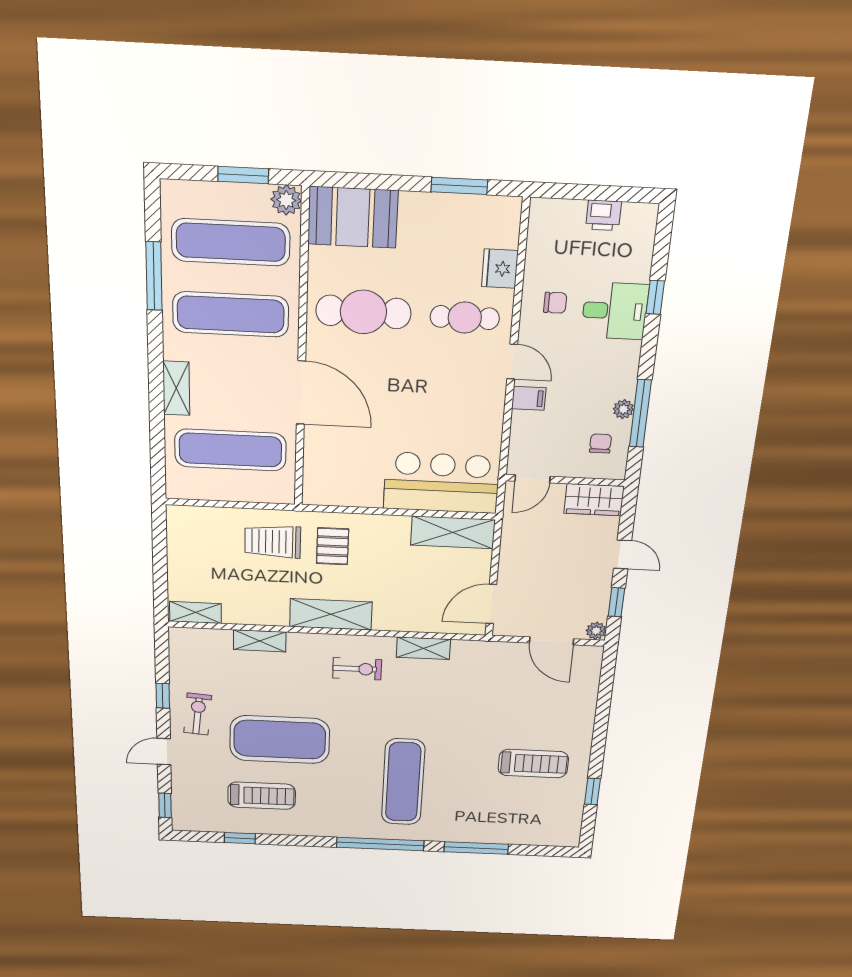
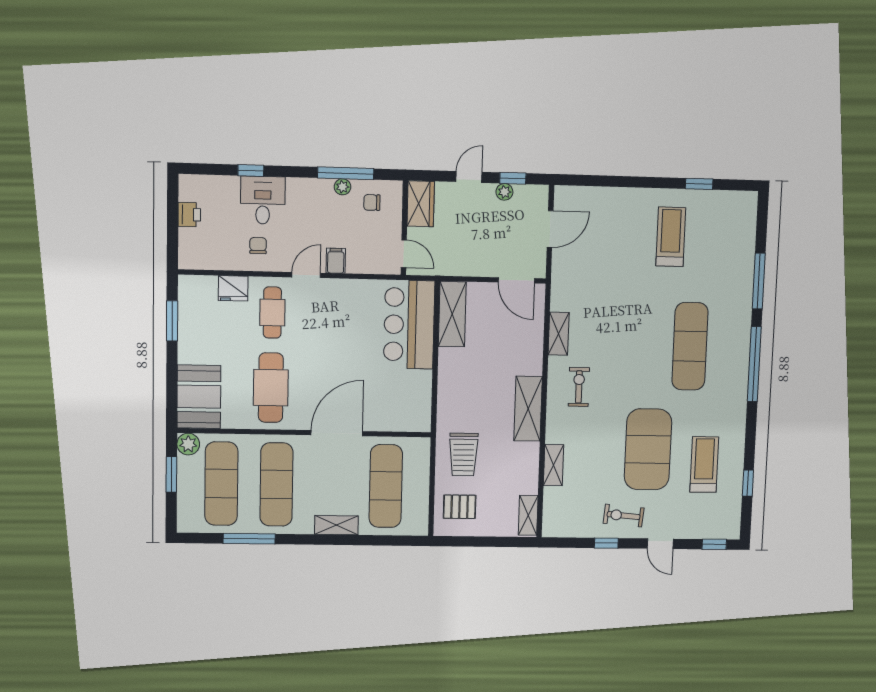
pallet: (333, 546) -> (460, 507), moved
plant: (596, 631) -> (504, 192), moved
exercise mat: (403, 782) -> (690, 346), turned 90

